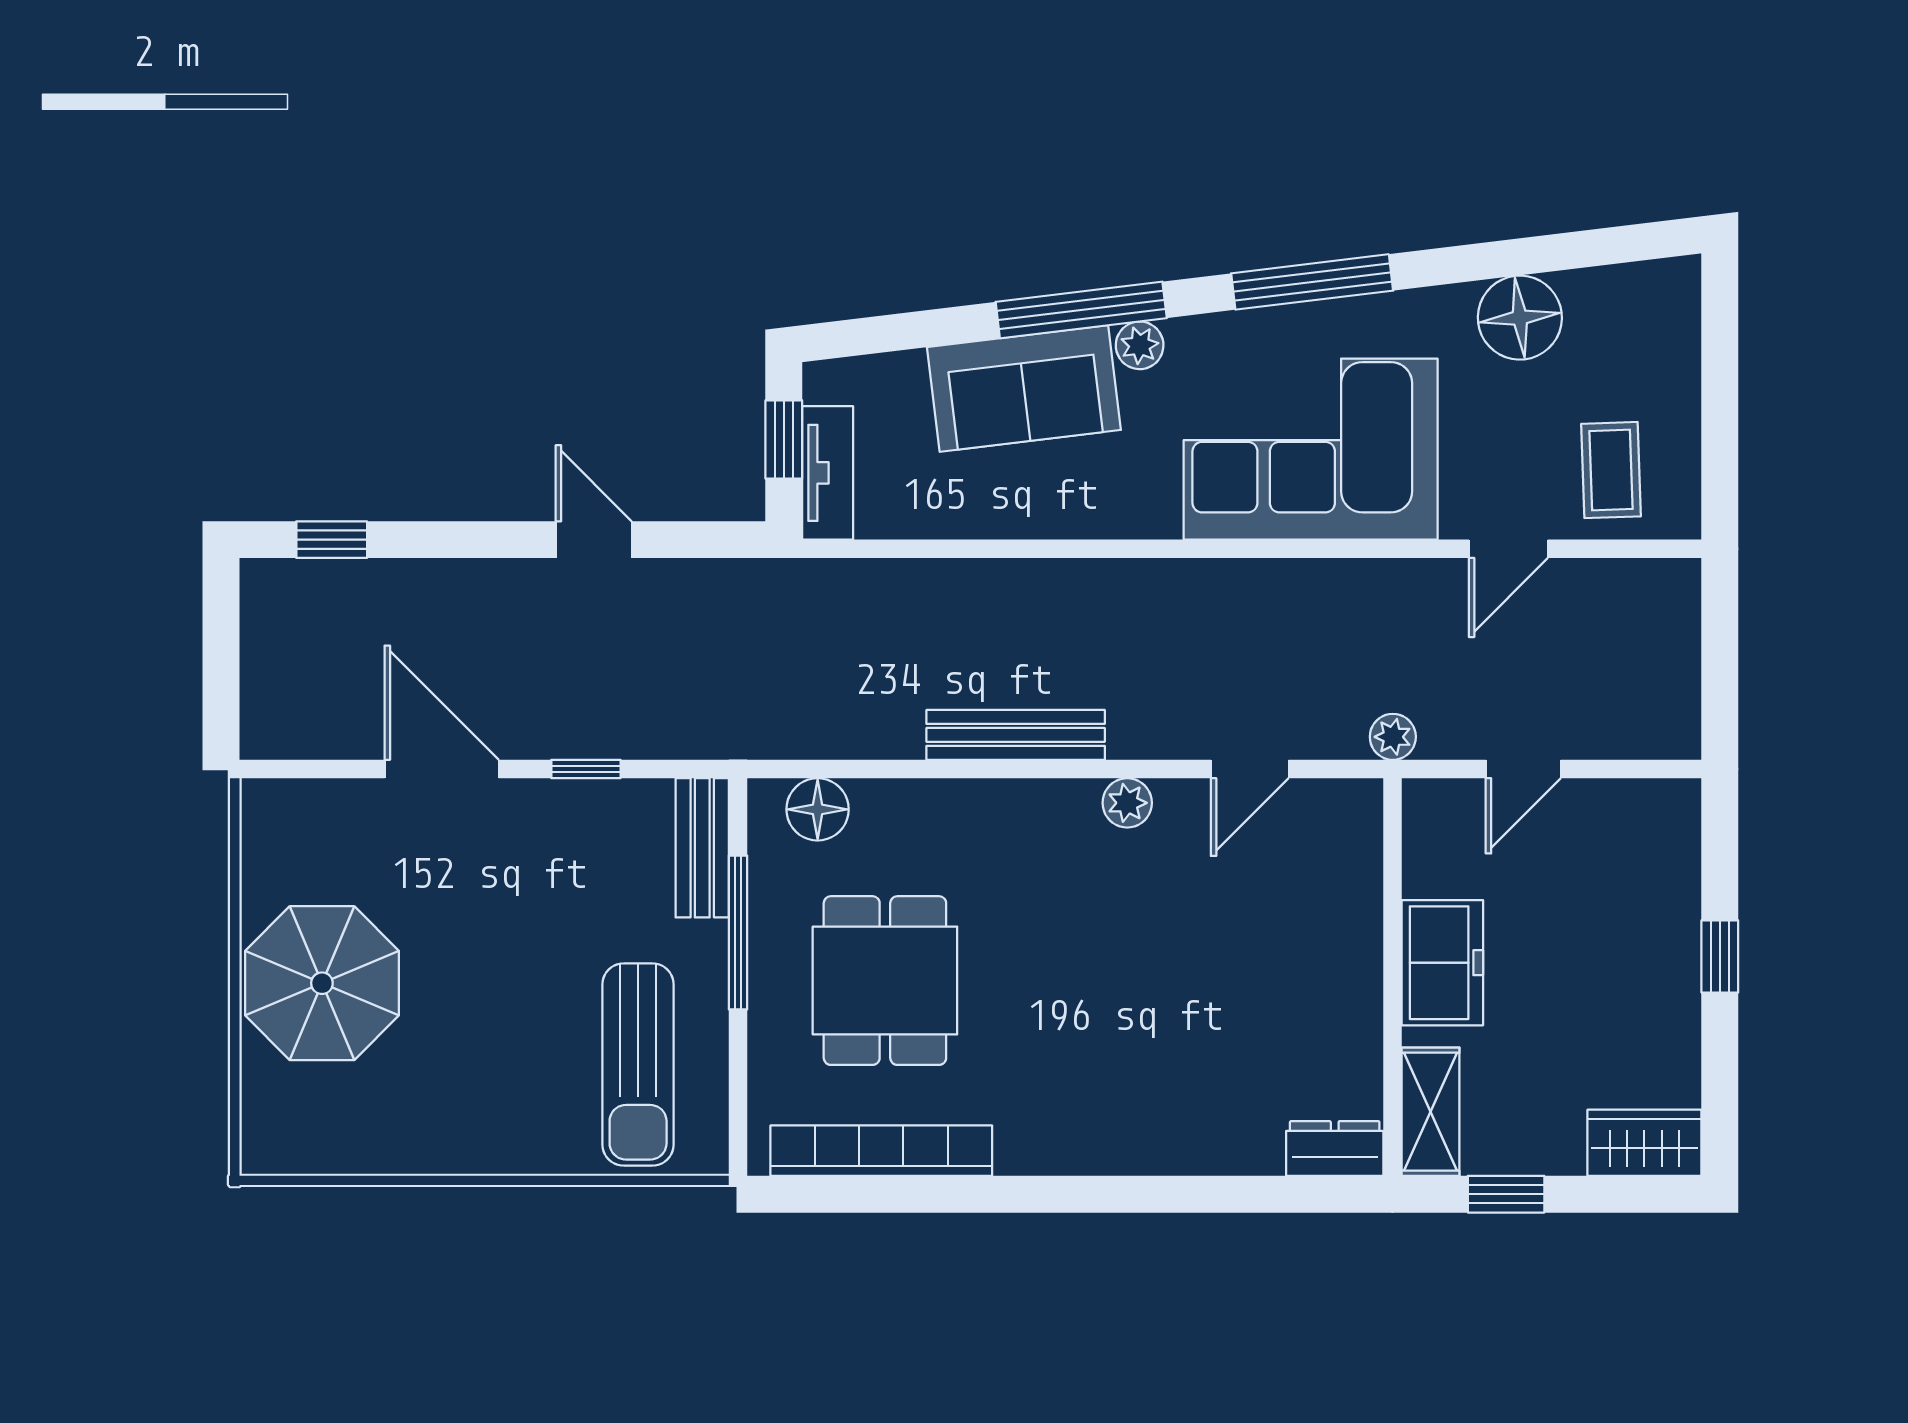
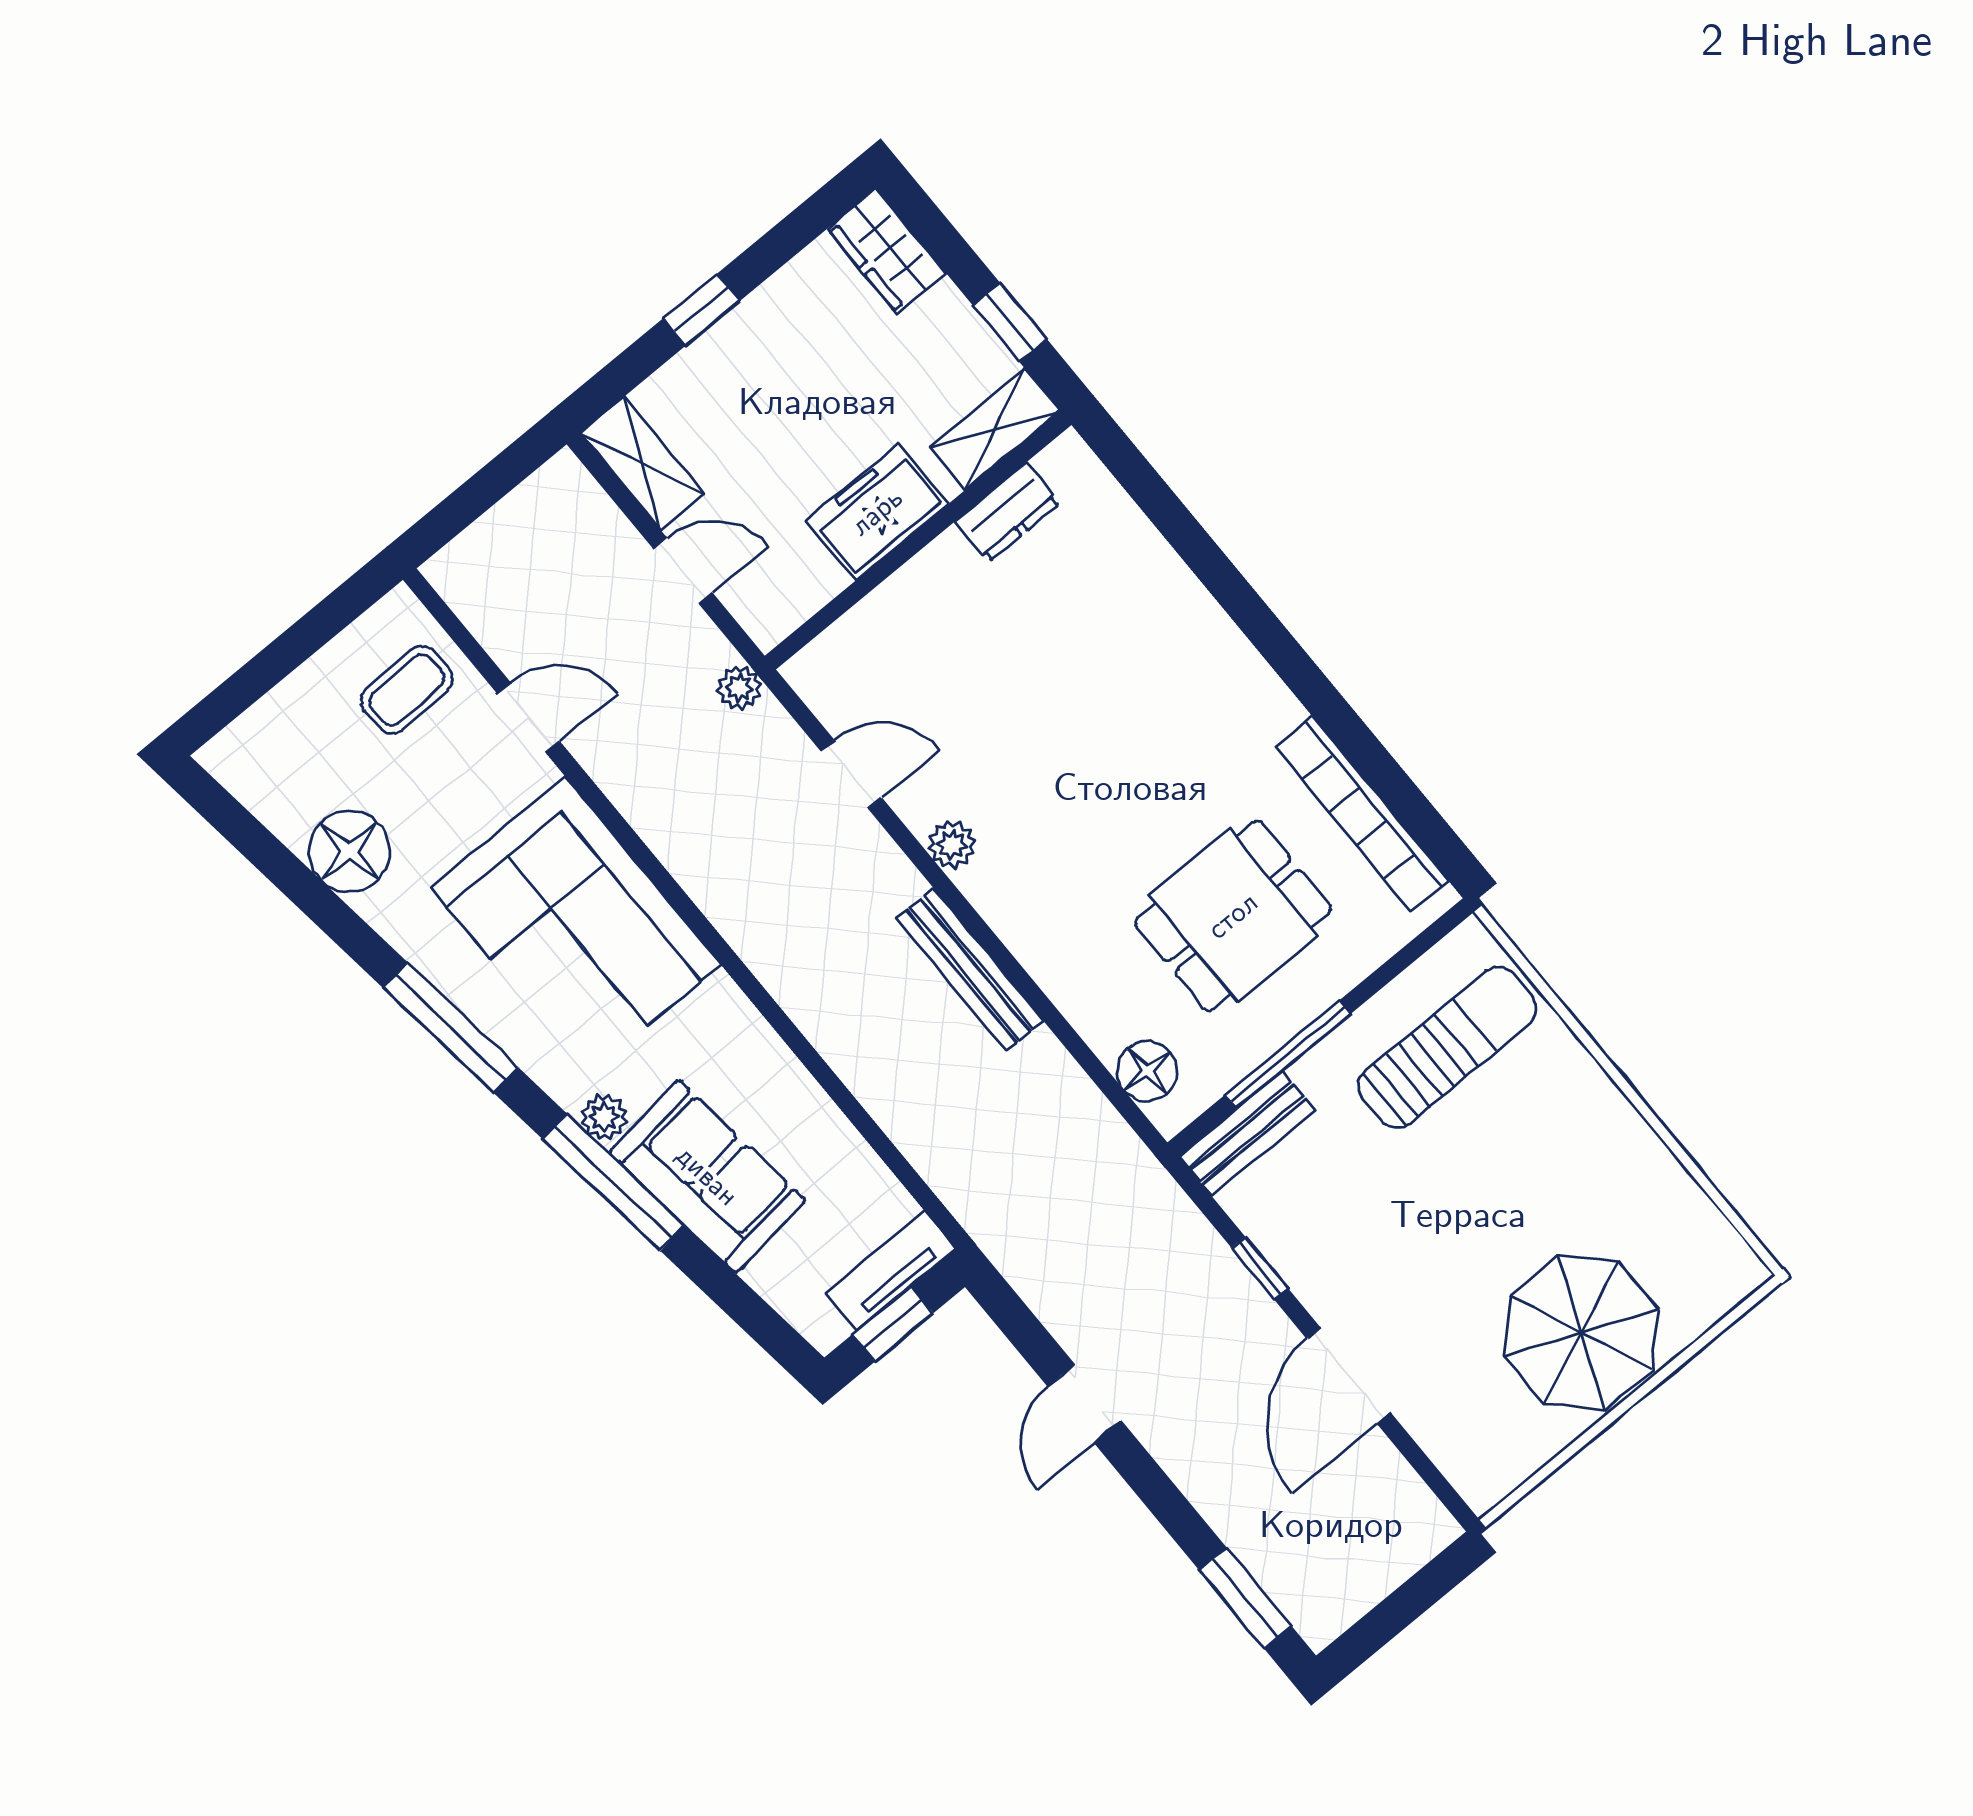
window: (332, 540) -> (1246, 1598), width x1.50
shelving: (1636, 808) -> (642, 463), added
dresser: (1335, 1148) -> (1008, 512), moved, turned -90

